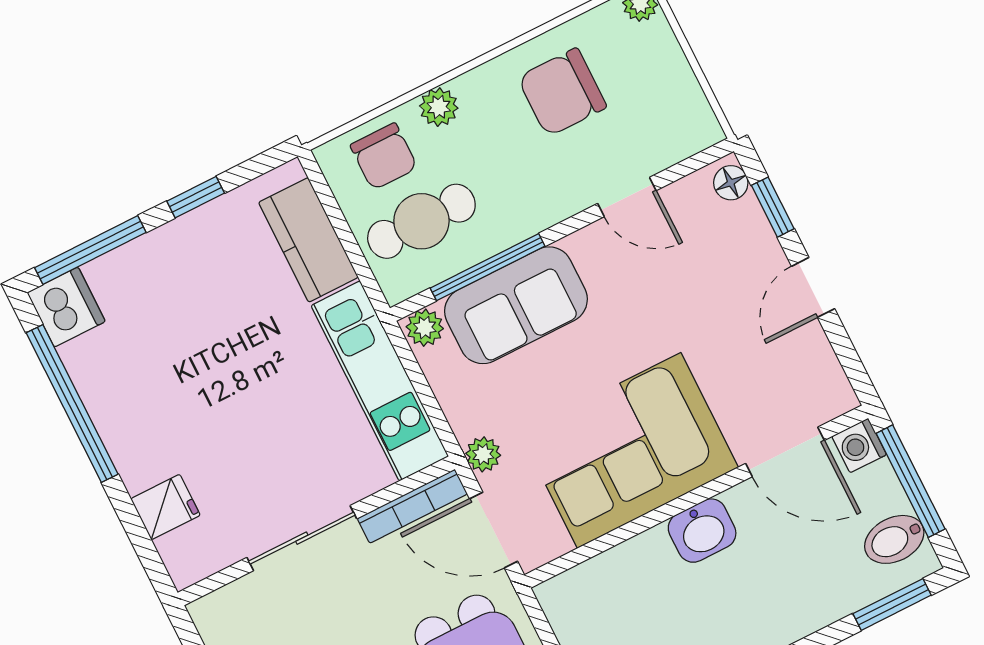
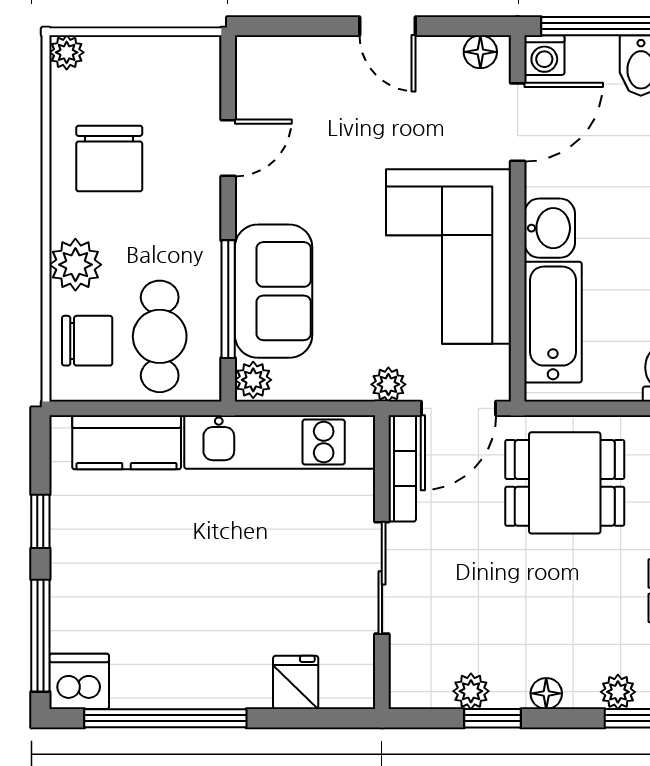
plant: (439, 107) -> (75, 265), width x1.38, depth x1.38
floor lamp: (731, 183) -> (480, 52), moved
window: (773, 207) -> (300, 26), removed
bathtub: (617, 577) -> (553, 322), added

